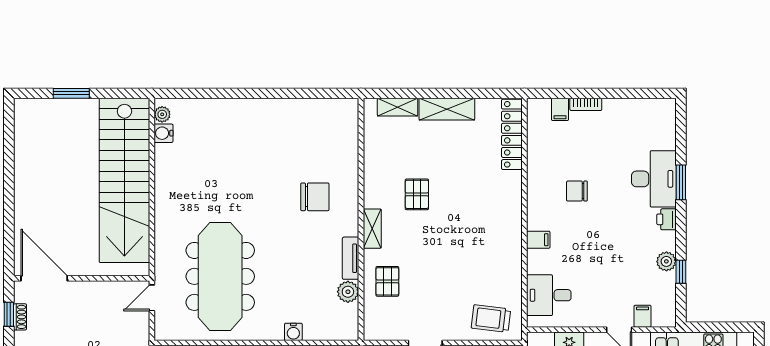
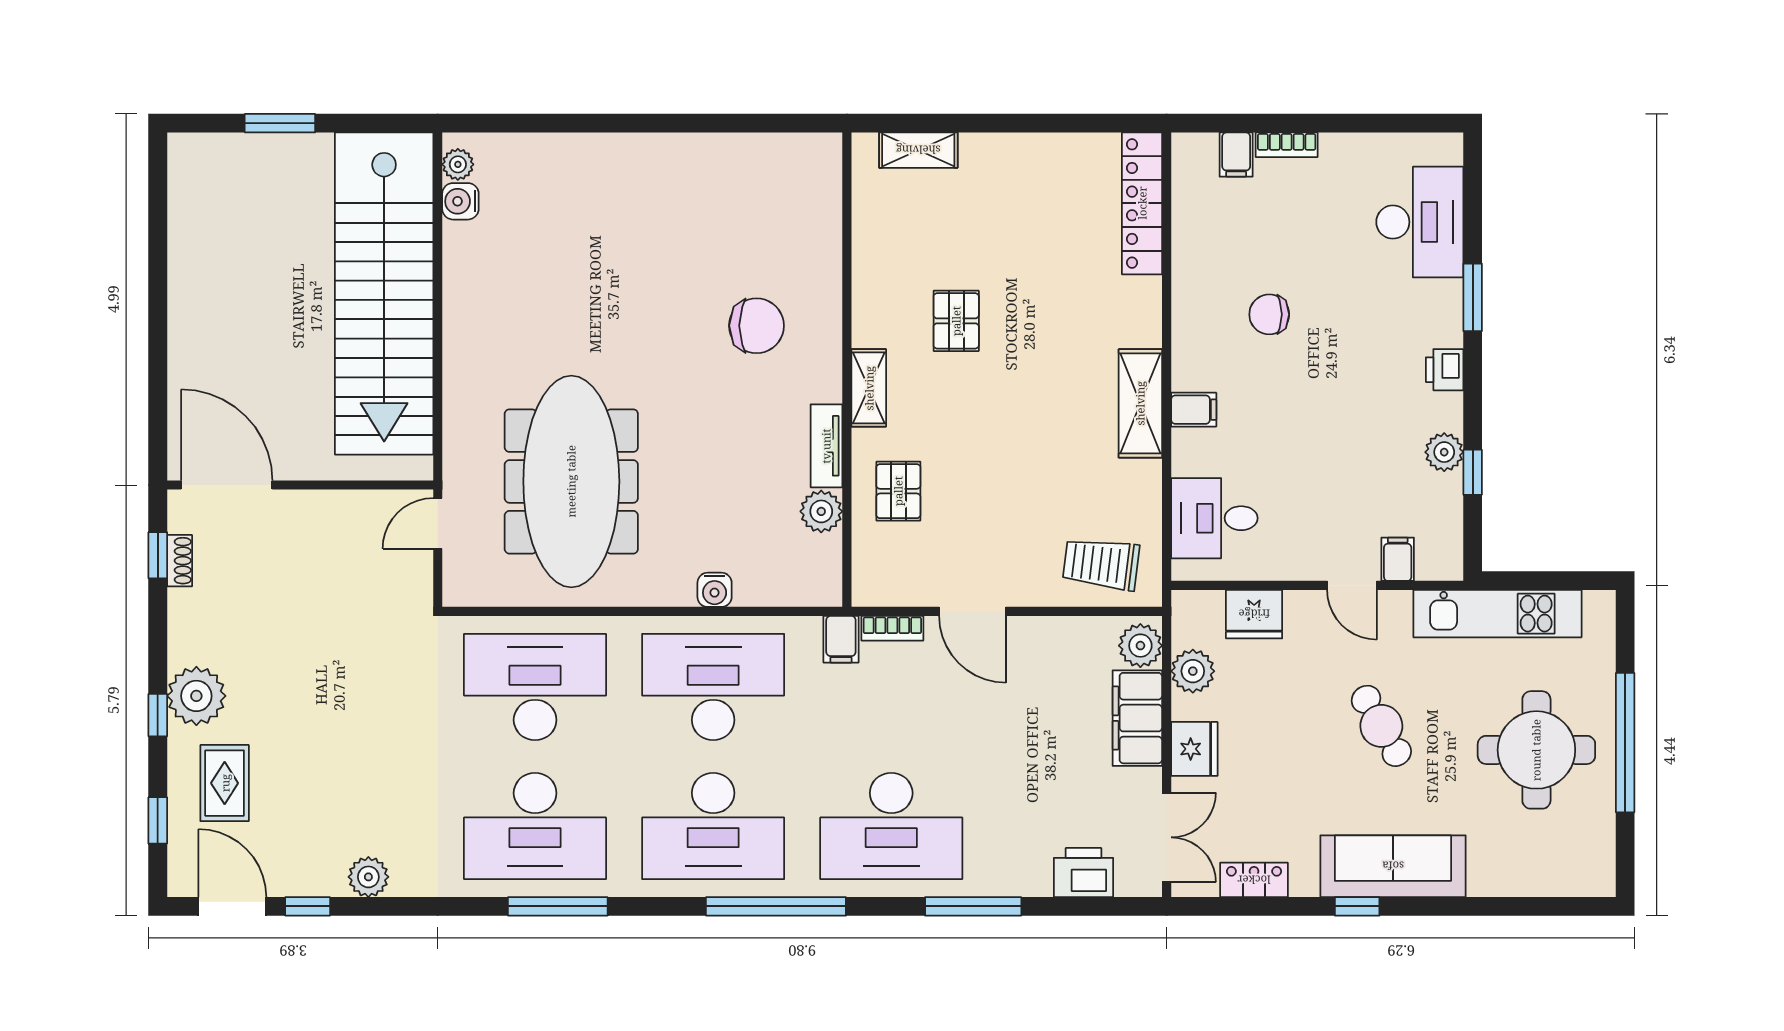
shelving: (447, 109) -> (1140, 403), moved, turned 90
desk: (654, 179) -> (1420, 222), moved

